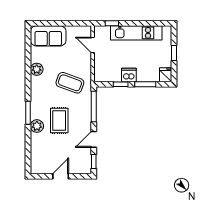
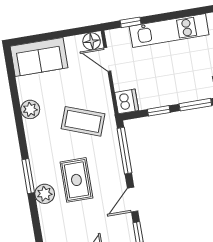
floor lamp: (84, 31) -> (92, 41), added
dishwasher: (129, 75) -> (127, 101), moved, turned 90

